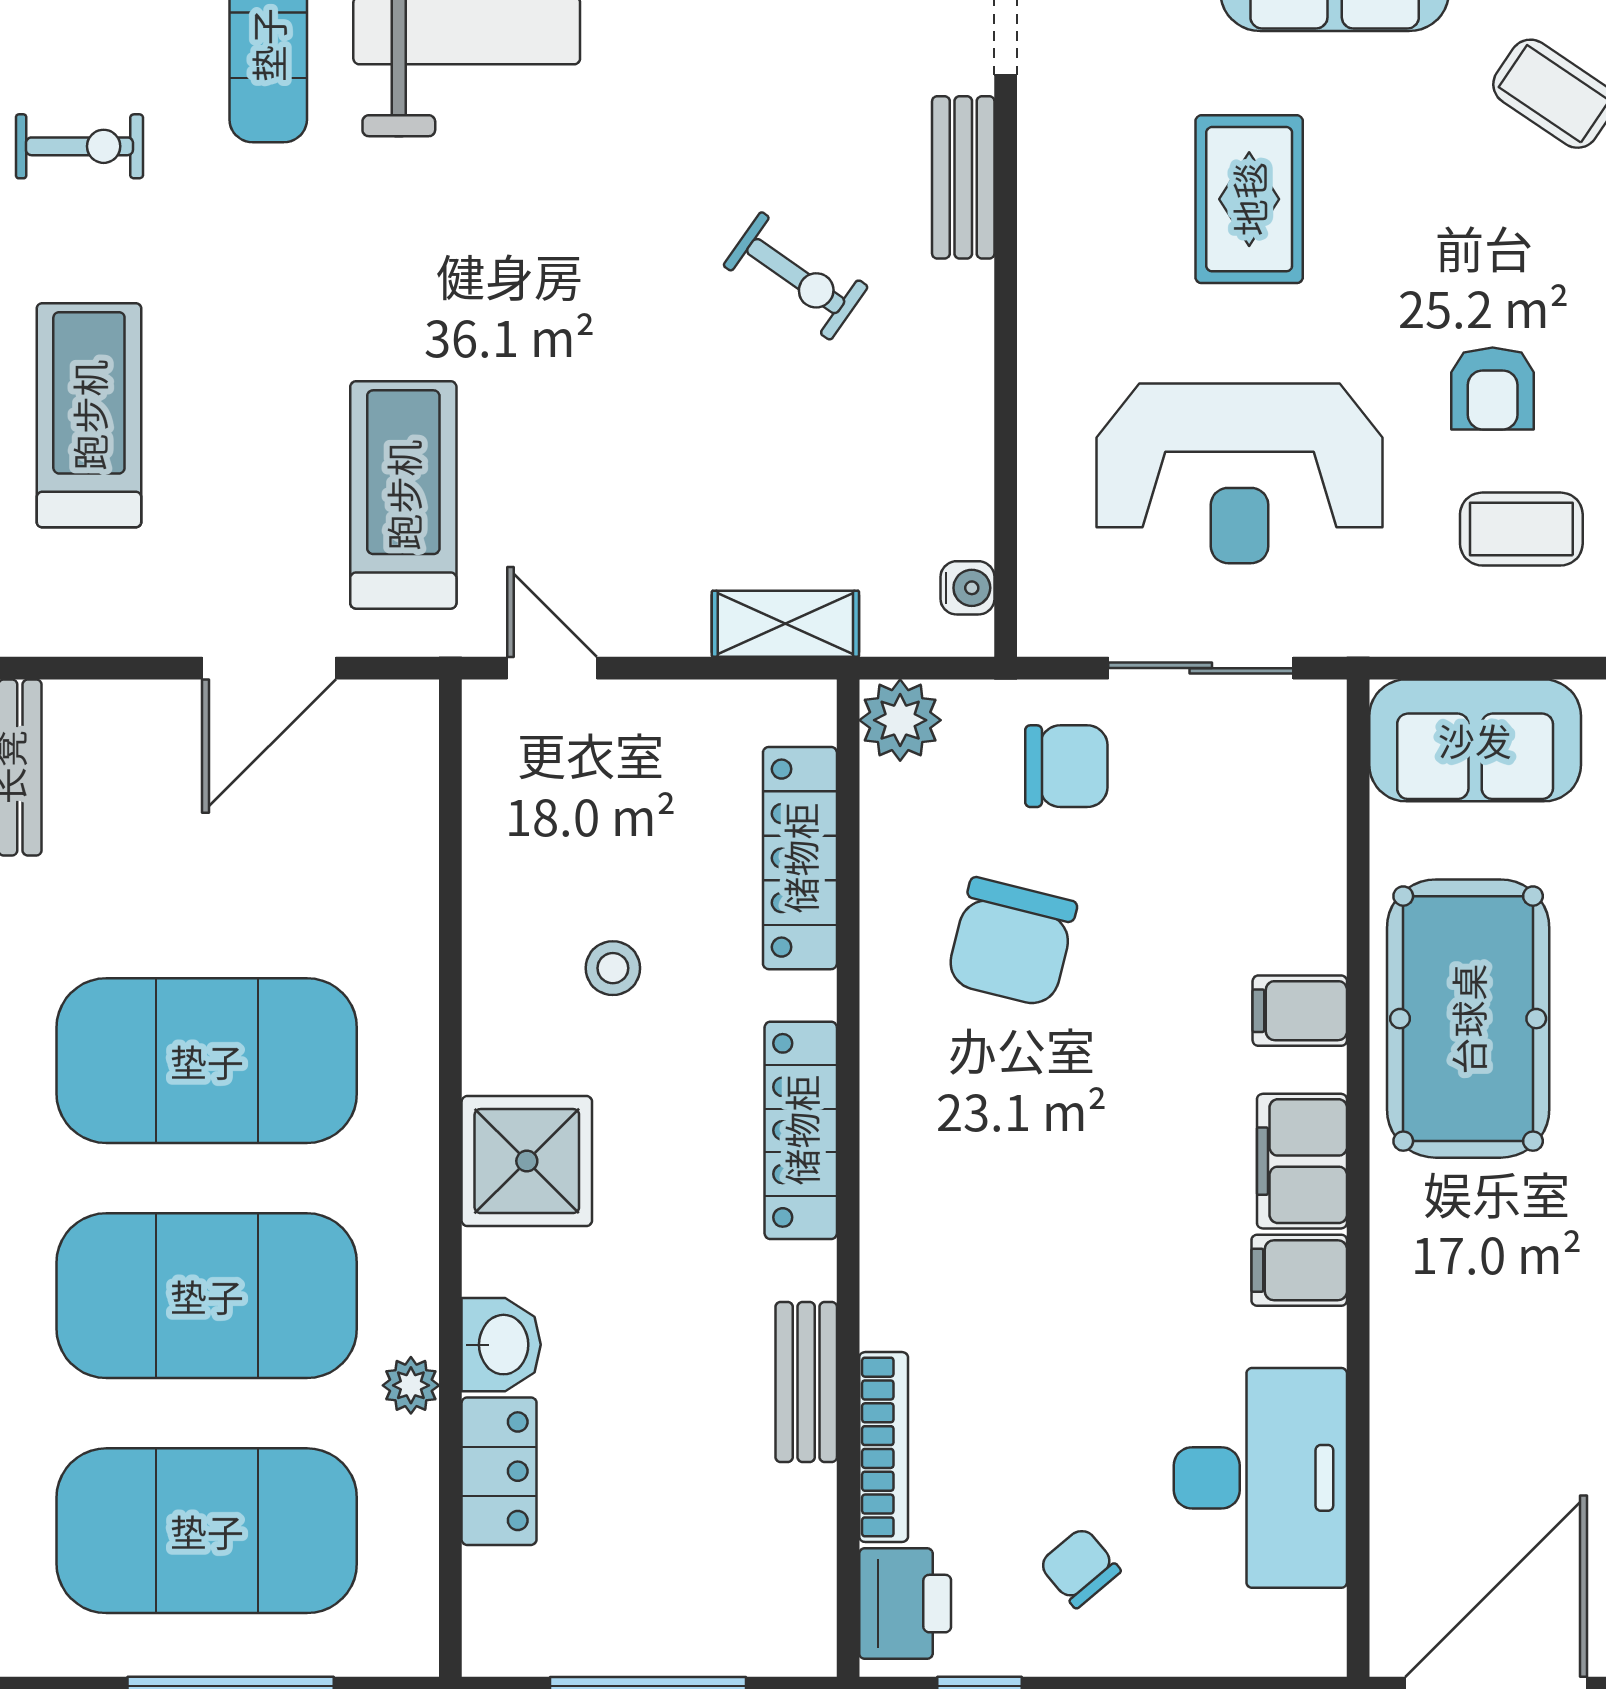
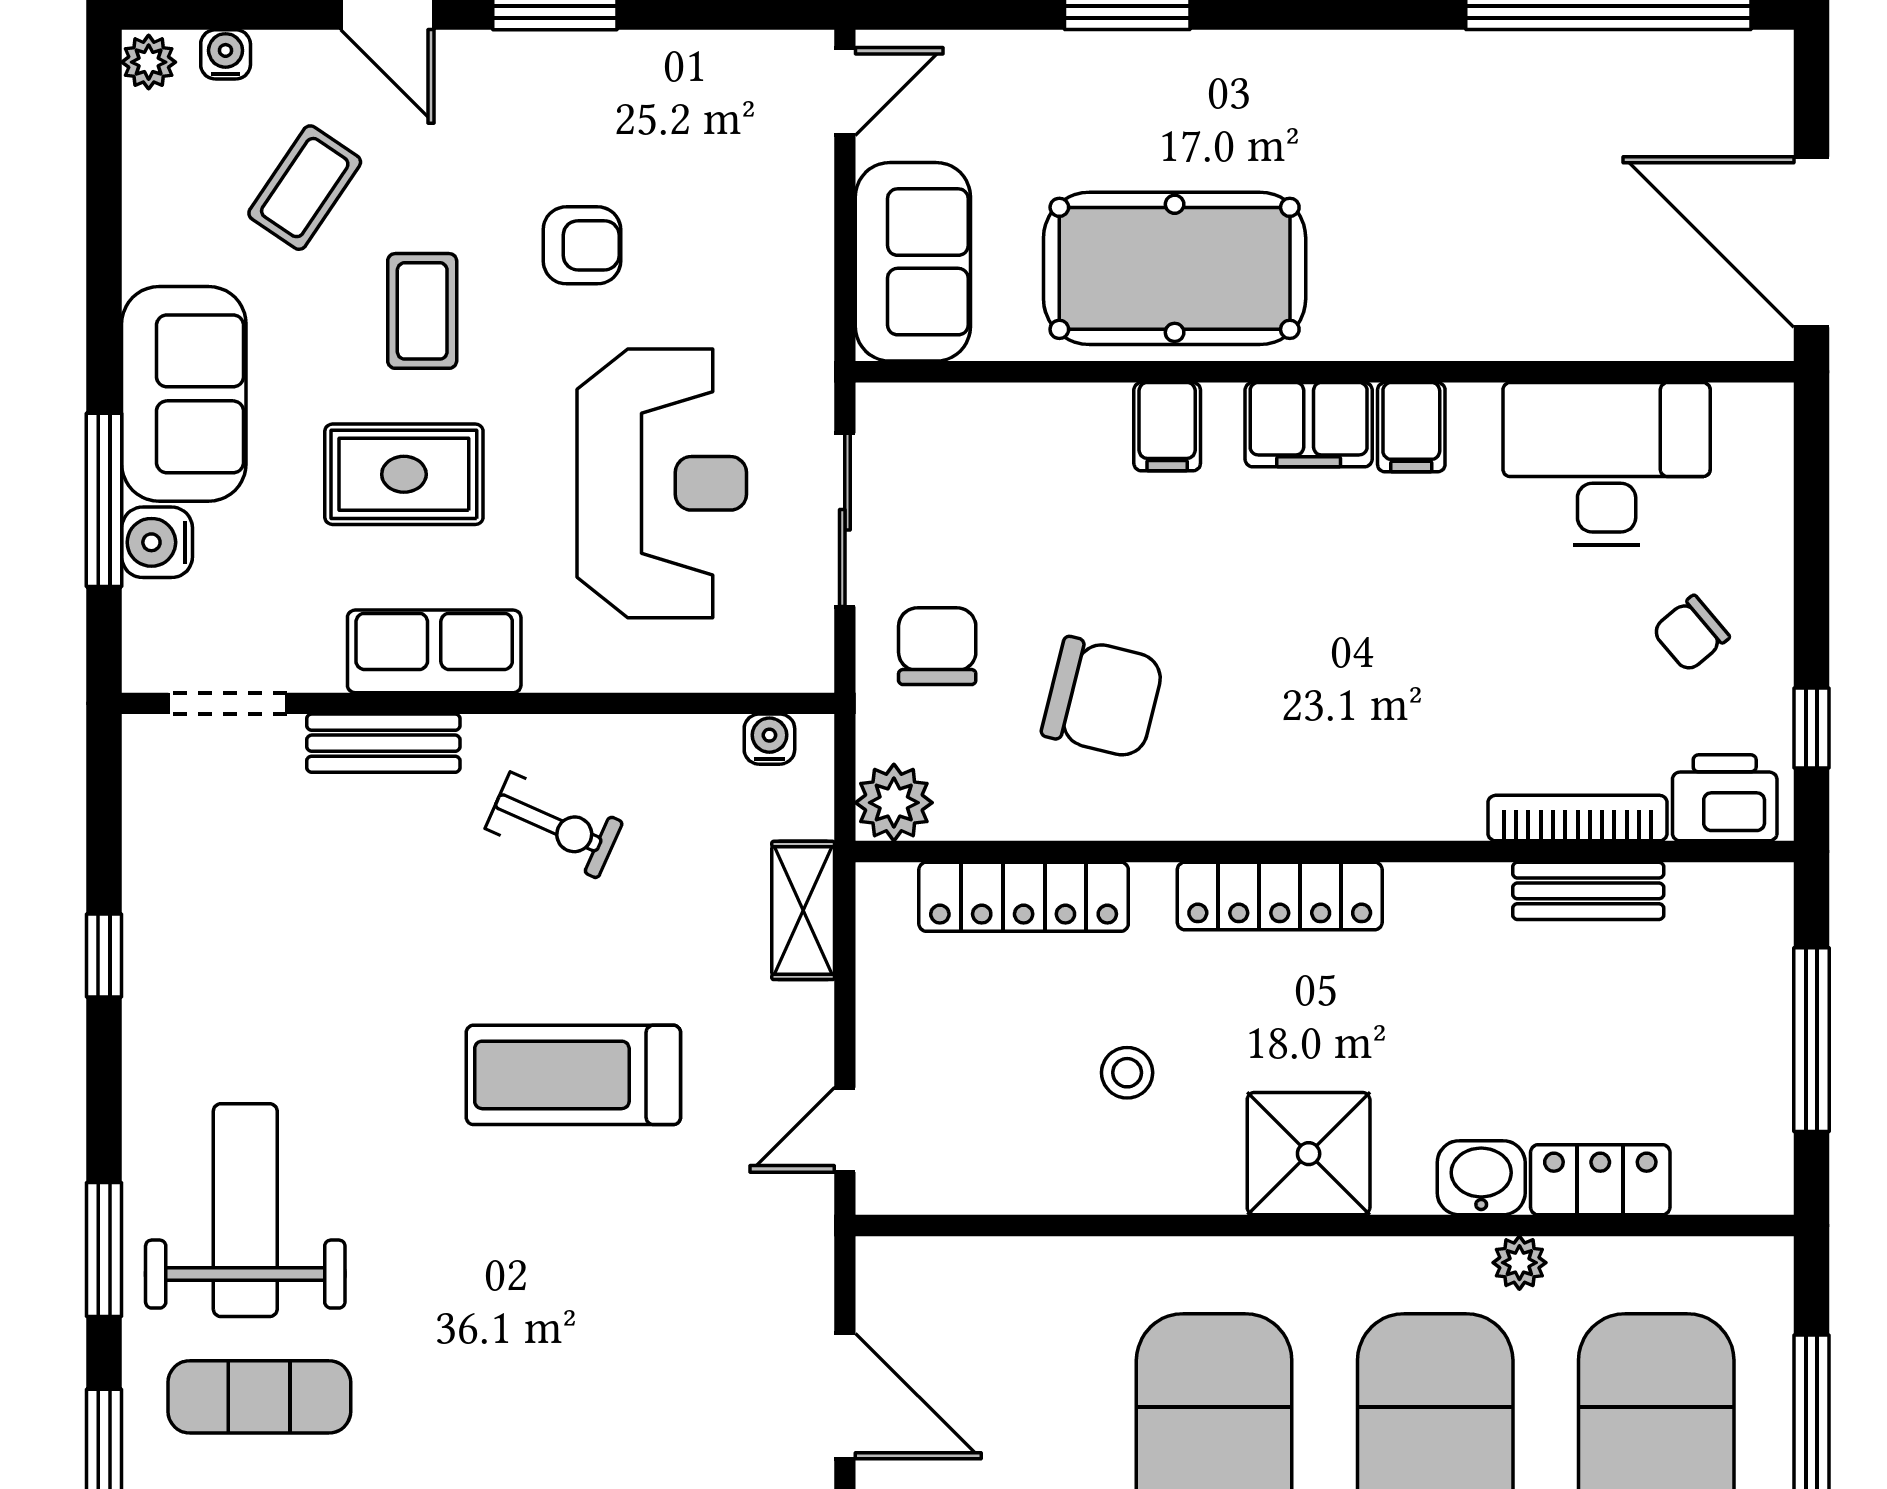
row of seats: (1061, 231) -> (434, 651), added
exercise bike: (796, 276) -> (554, 825), moved, turned 79
treadmill: (403, 495) -> (573, 1075), moved
coffee table: (1521, 529) -> (422, 311), moved
bench: (806, 1382) -> (1588, 891), moved

